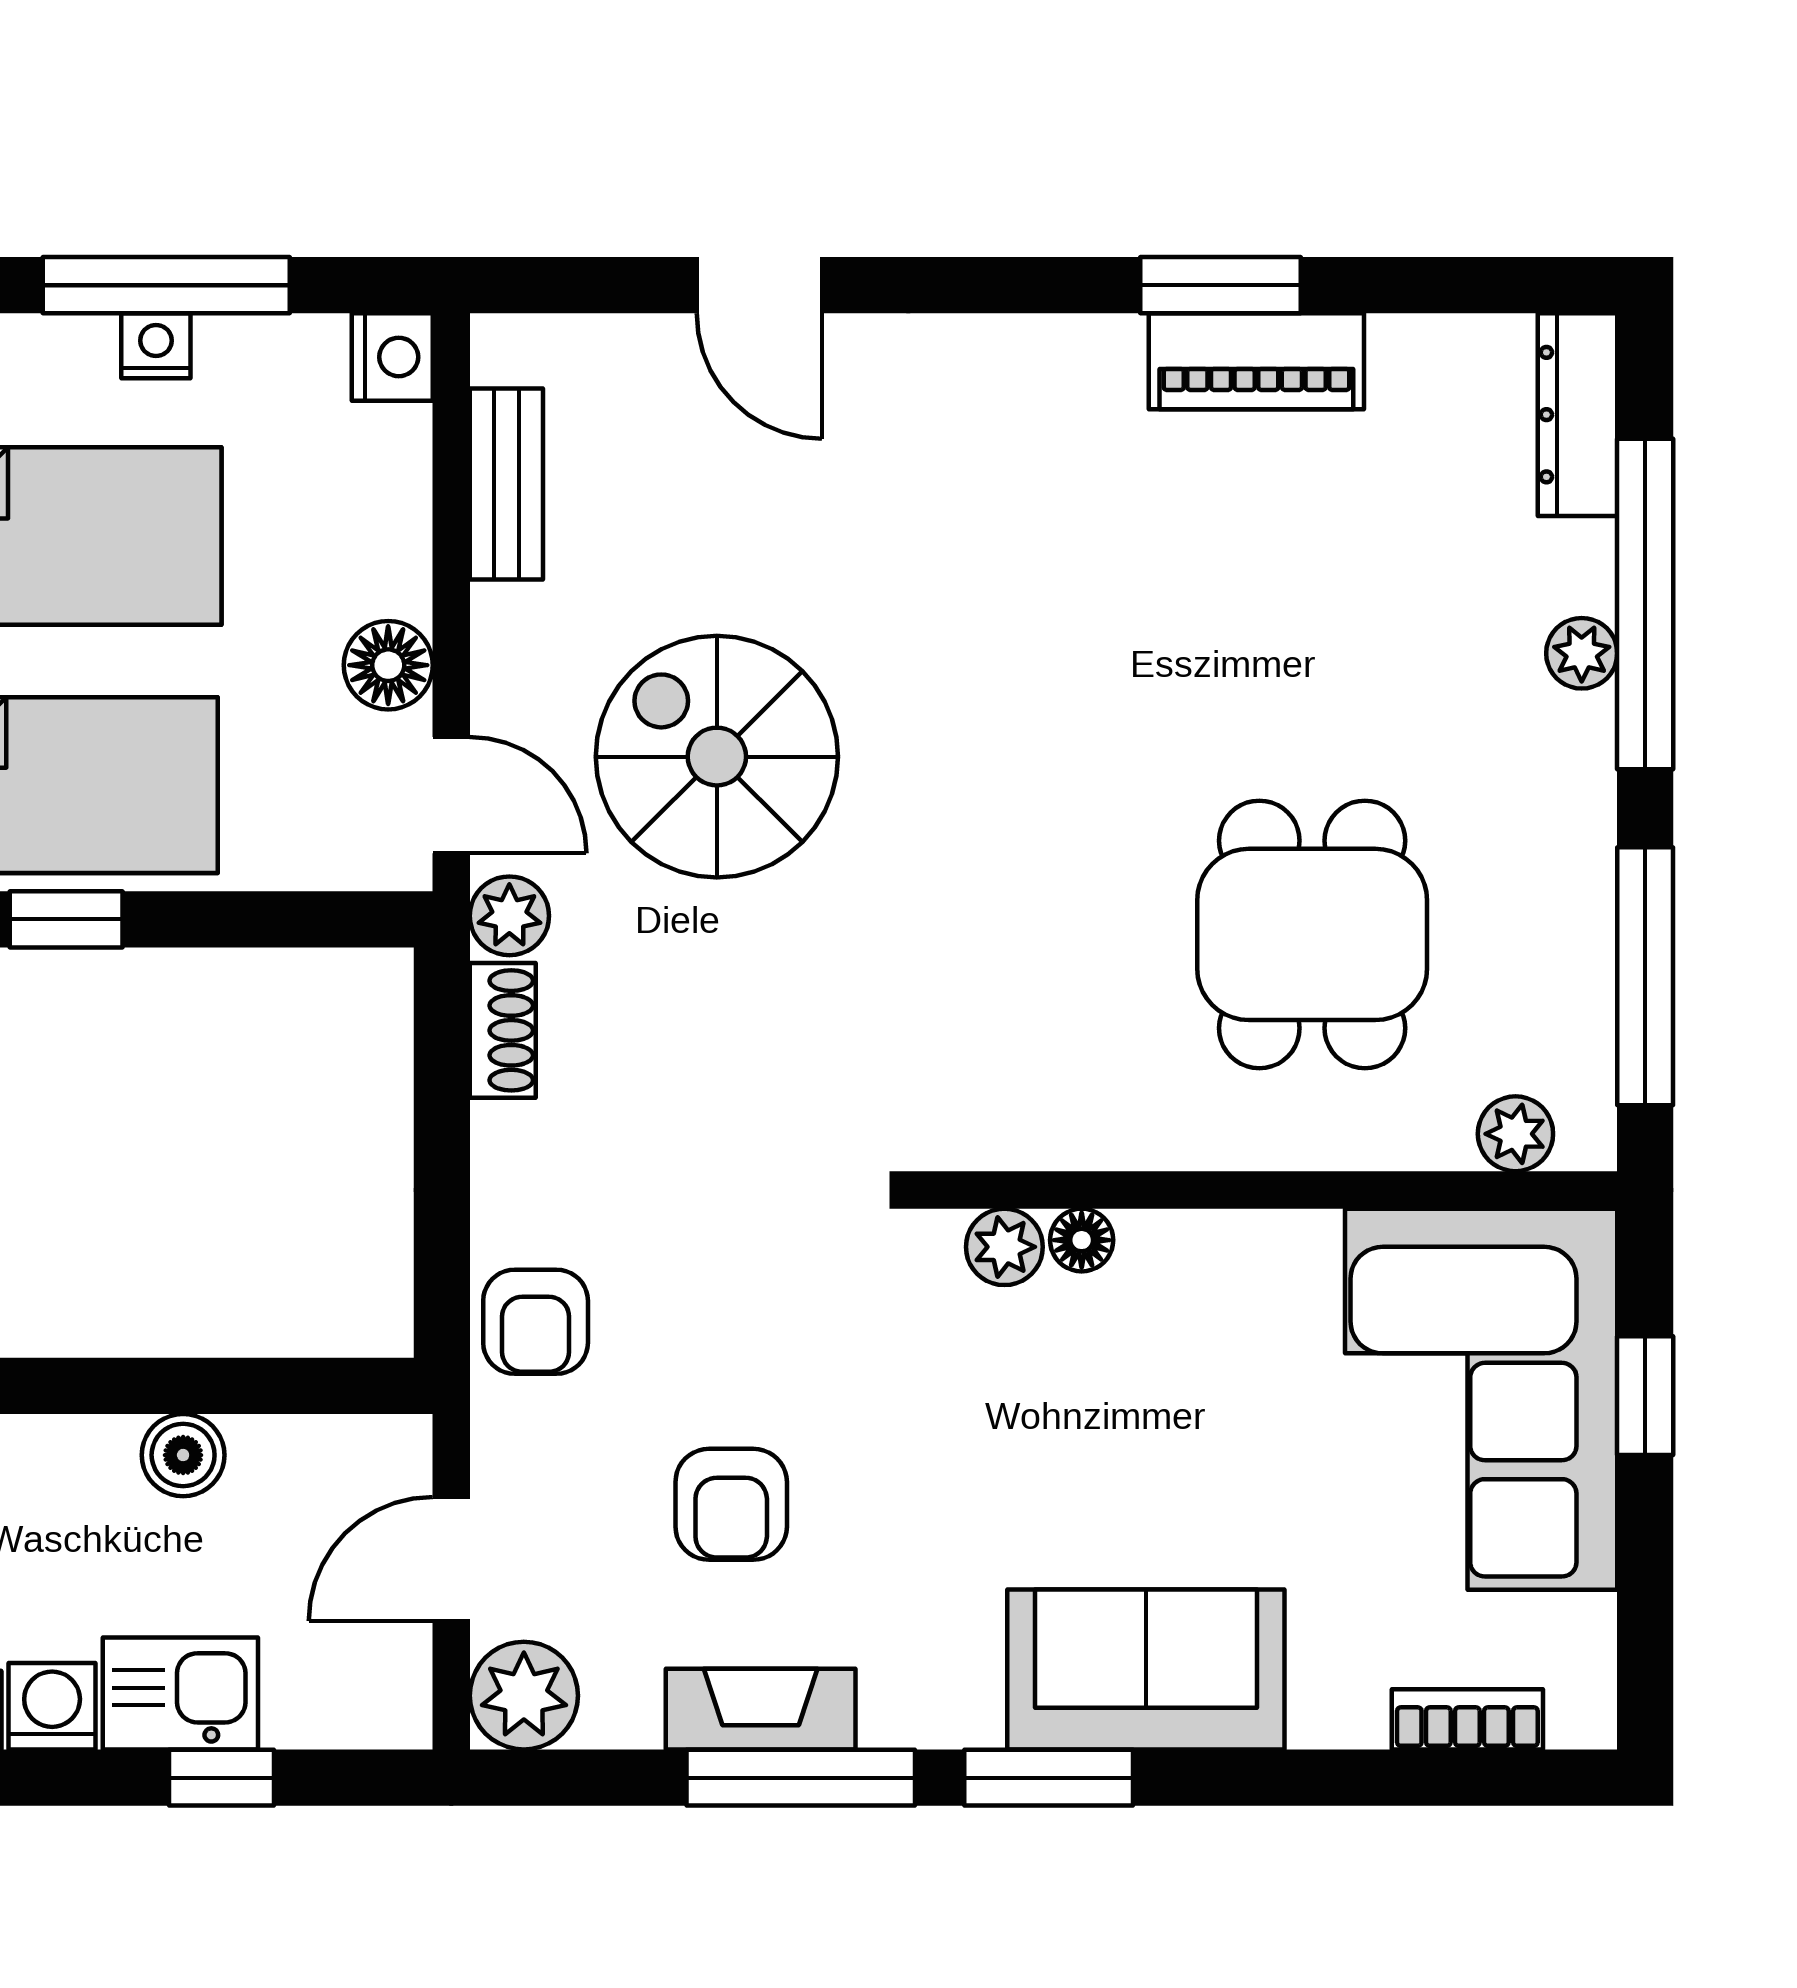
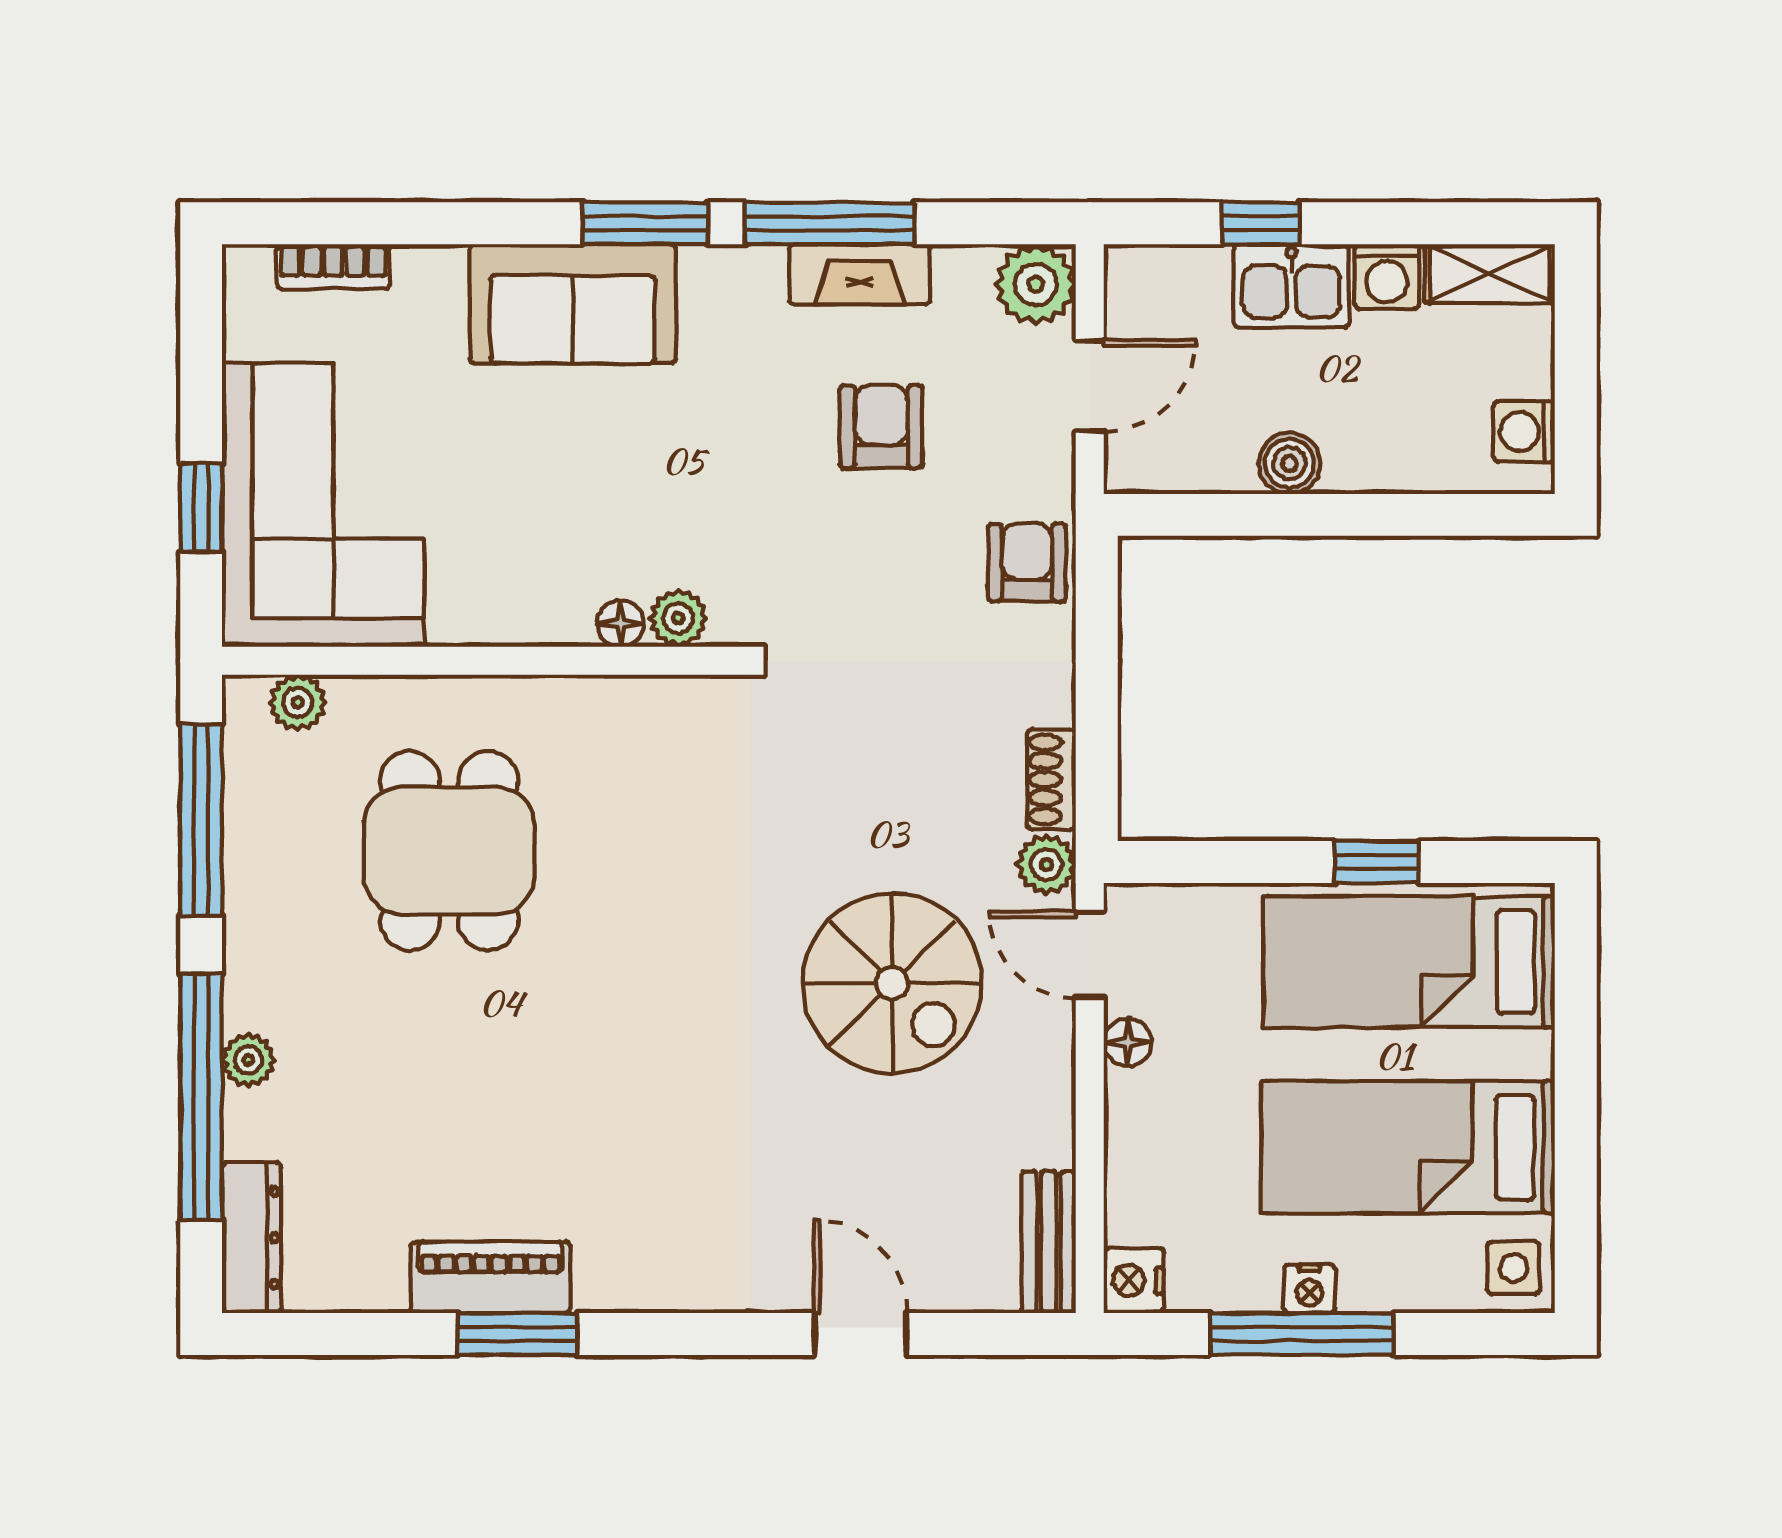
bench: (506, 484) -> (1049, 1242), moved
floor lamp: (388, 665) -> (1128, 1042), width x0.73, depth x0.73

